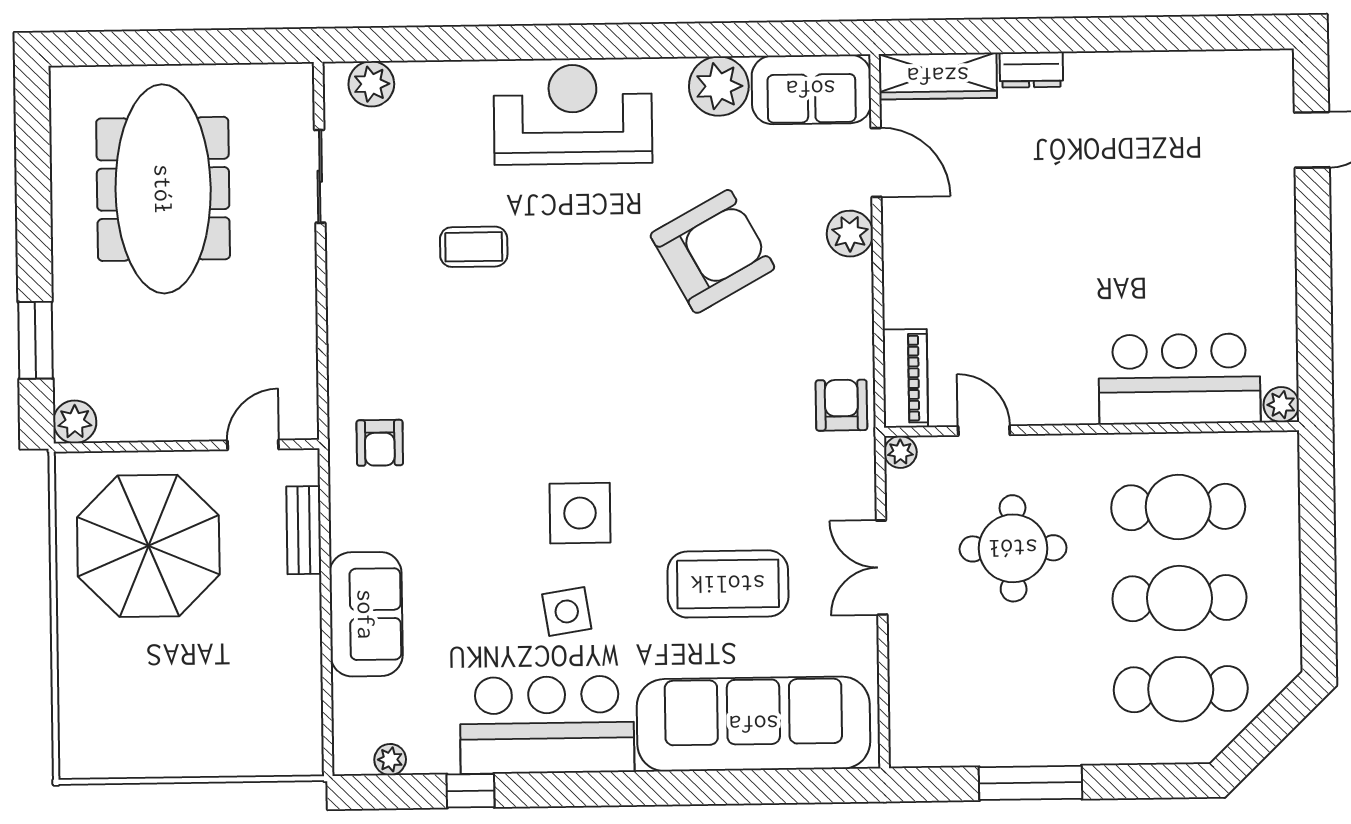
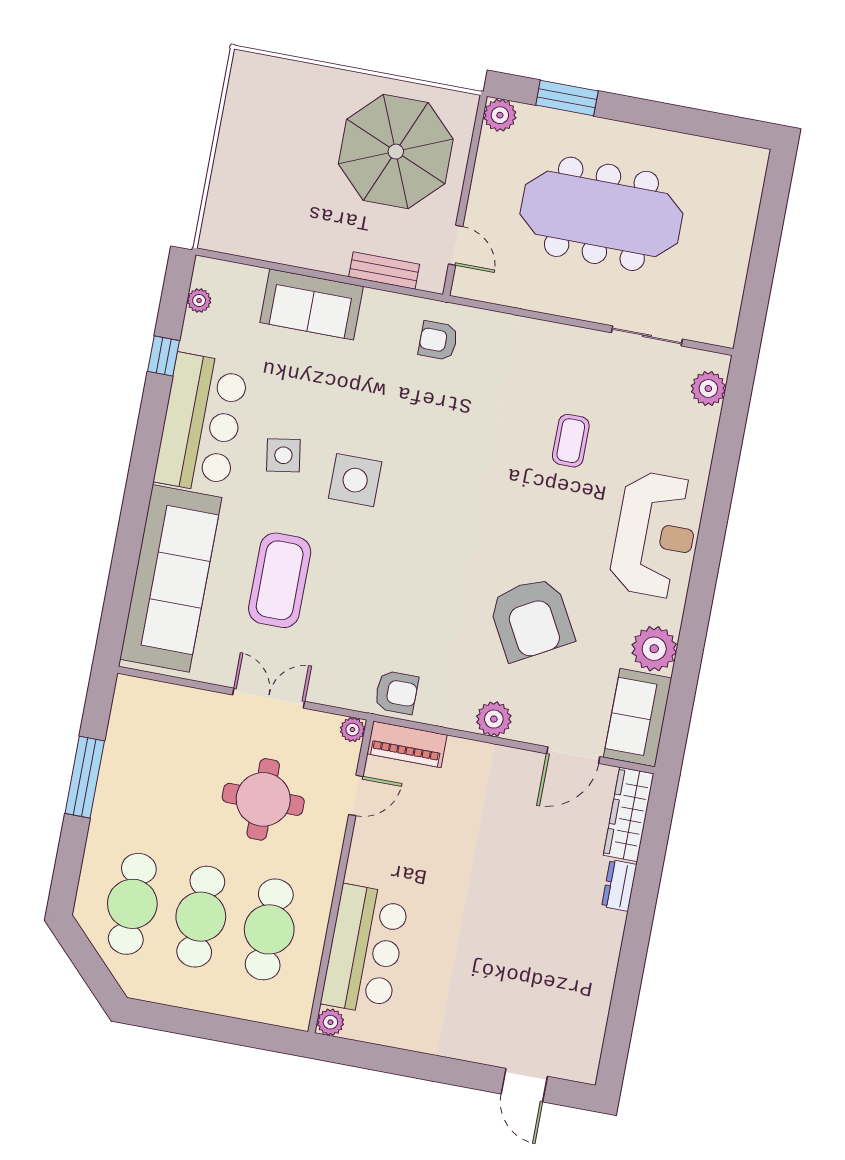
meeting table: (163, 189) -> (601, 214), moved
plant: (850, 234) -> (494, 719), moved

